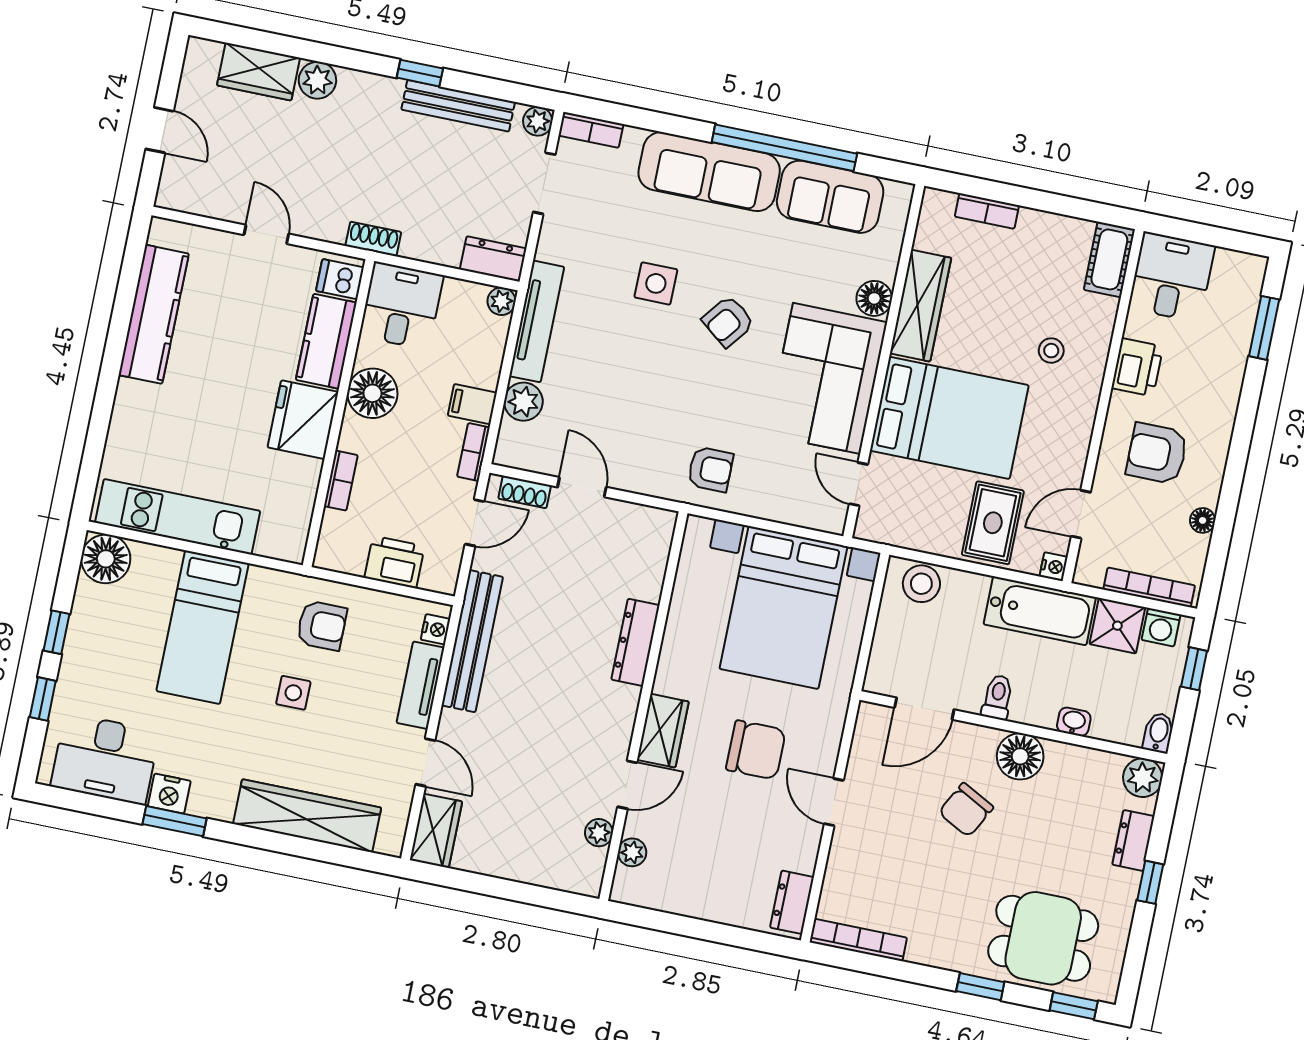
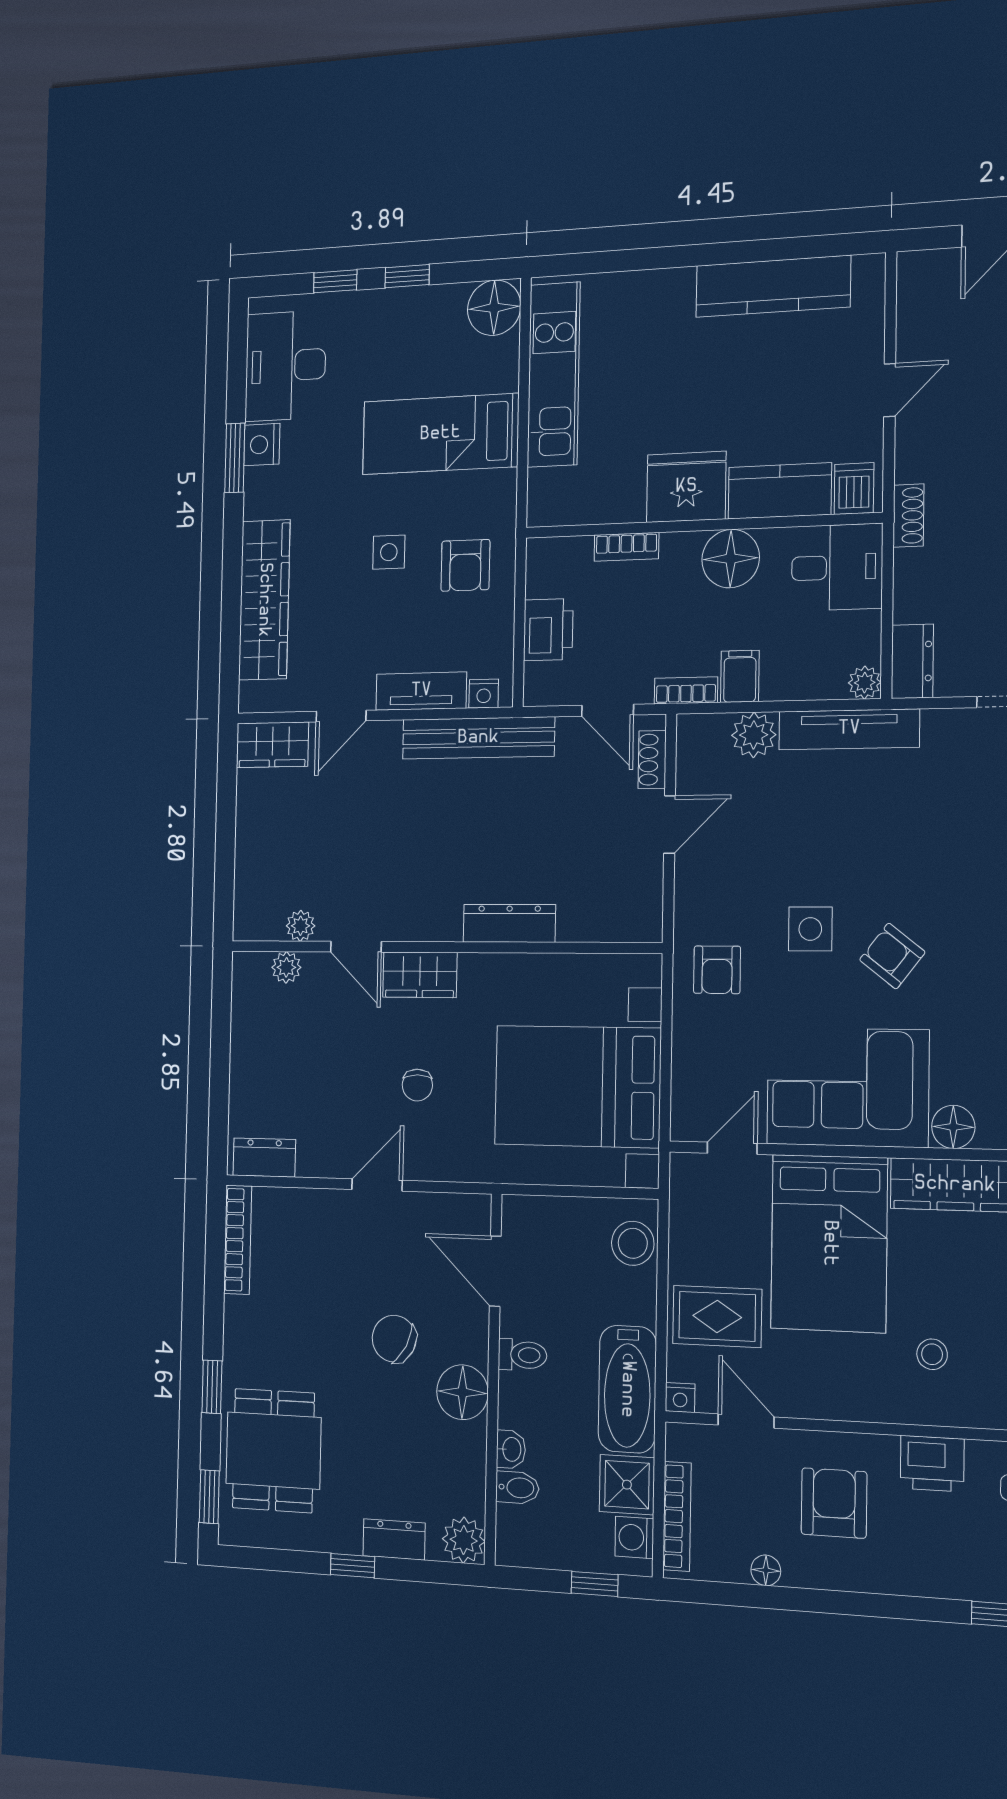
side table: (656, 283) -> (810, 929), moved
bidet: (1158, 733) -> (517, 1488), moved
chair: (756, 750) -> (417, 1085), width x0.54, depth x0.54

